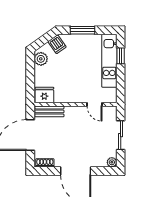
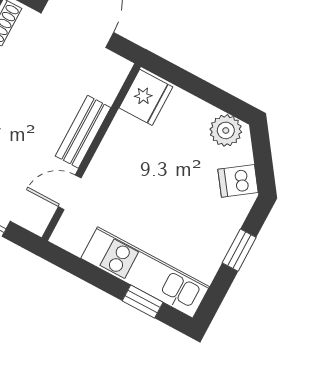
window: (82, 30) -> (239, 250), width x0.67
bench: (49, 111) -> (83, 132), moved

